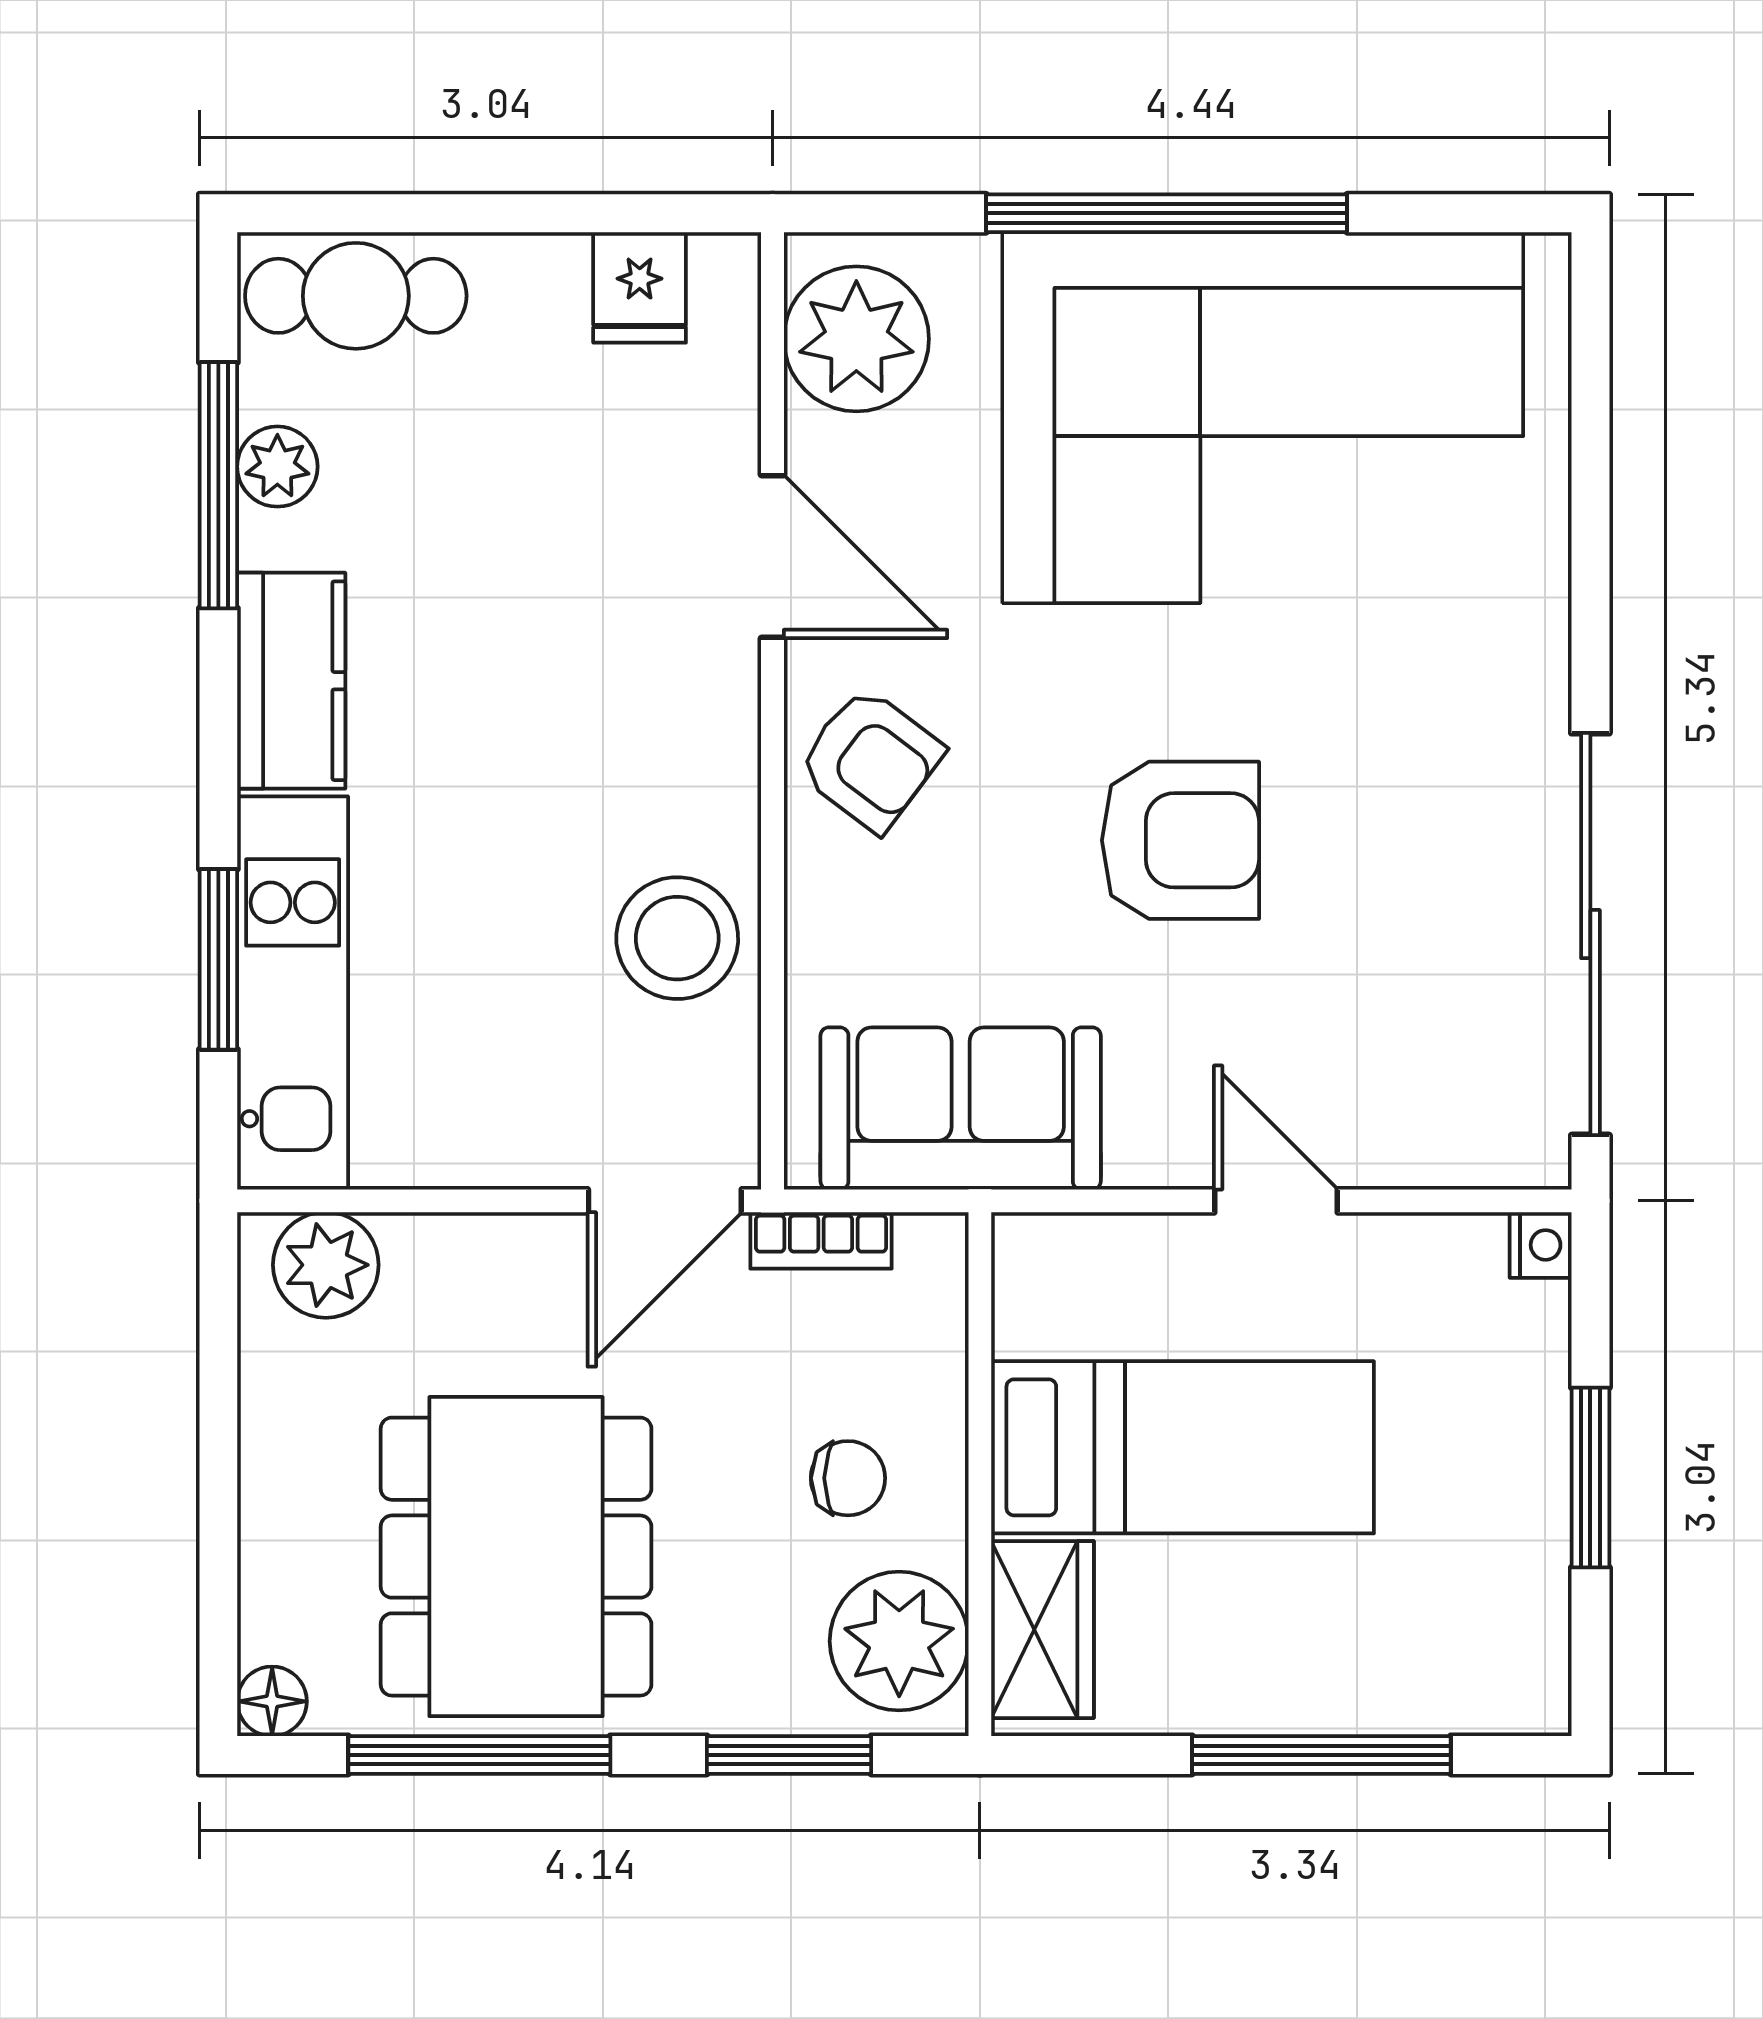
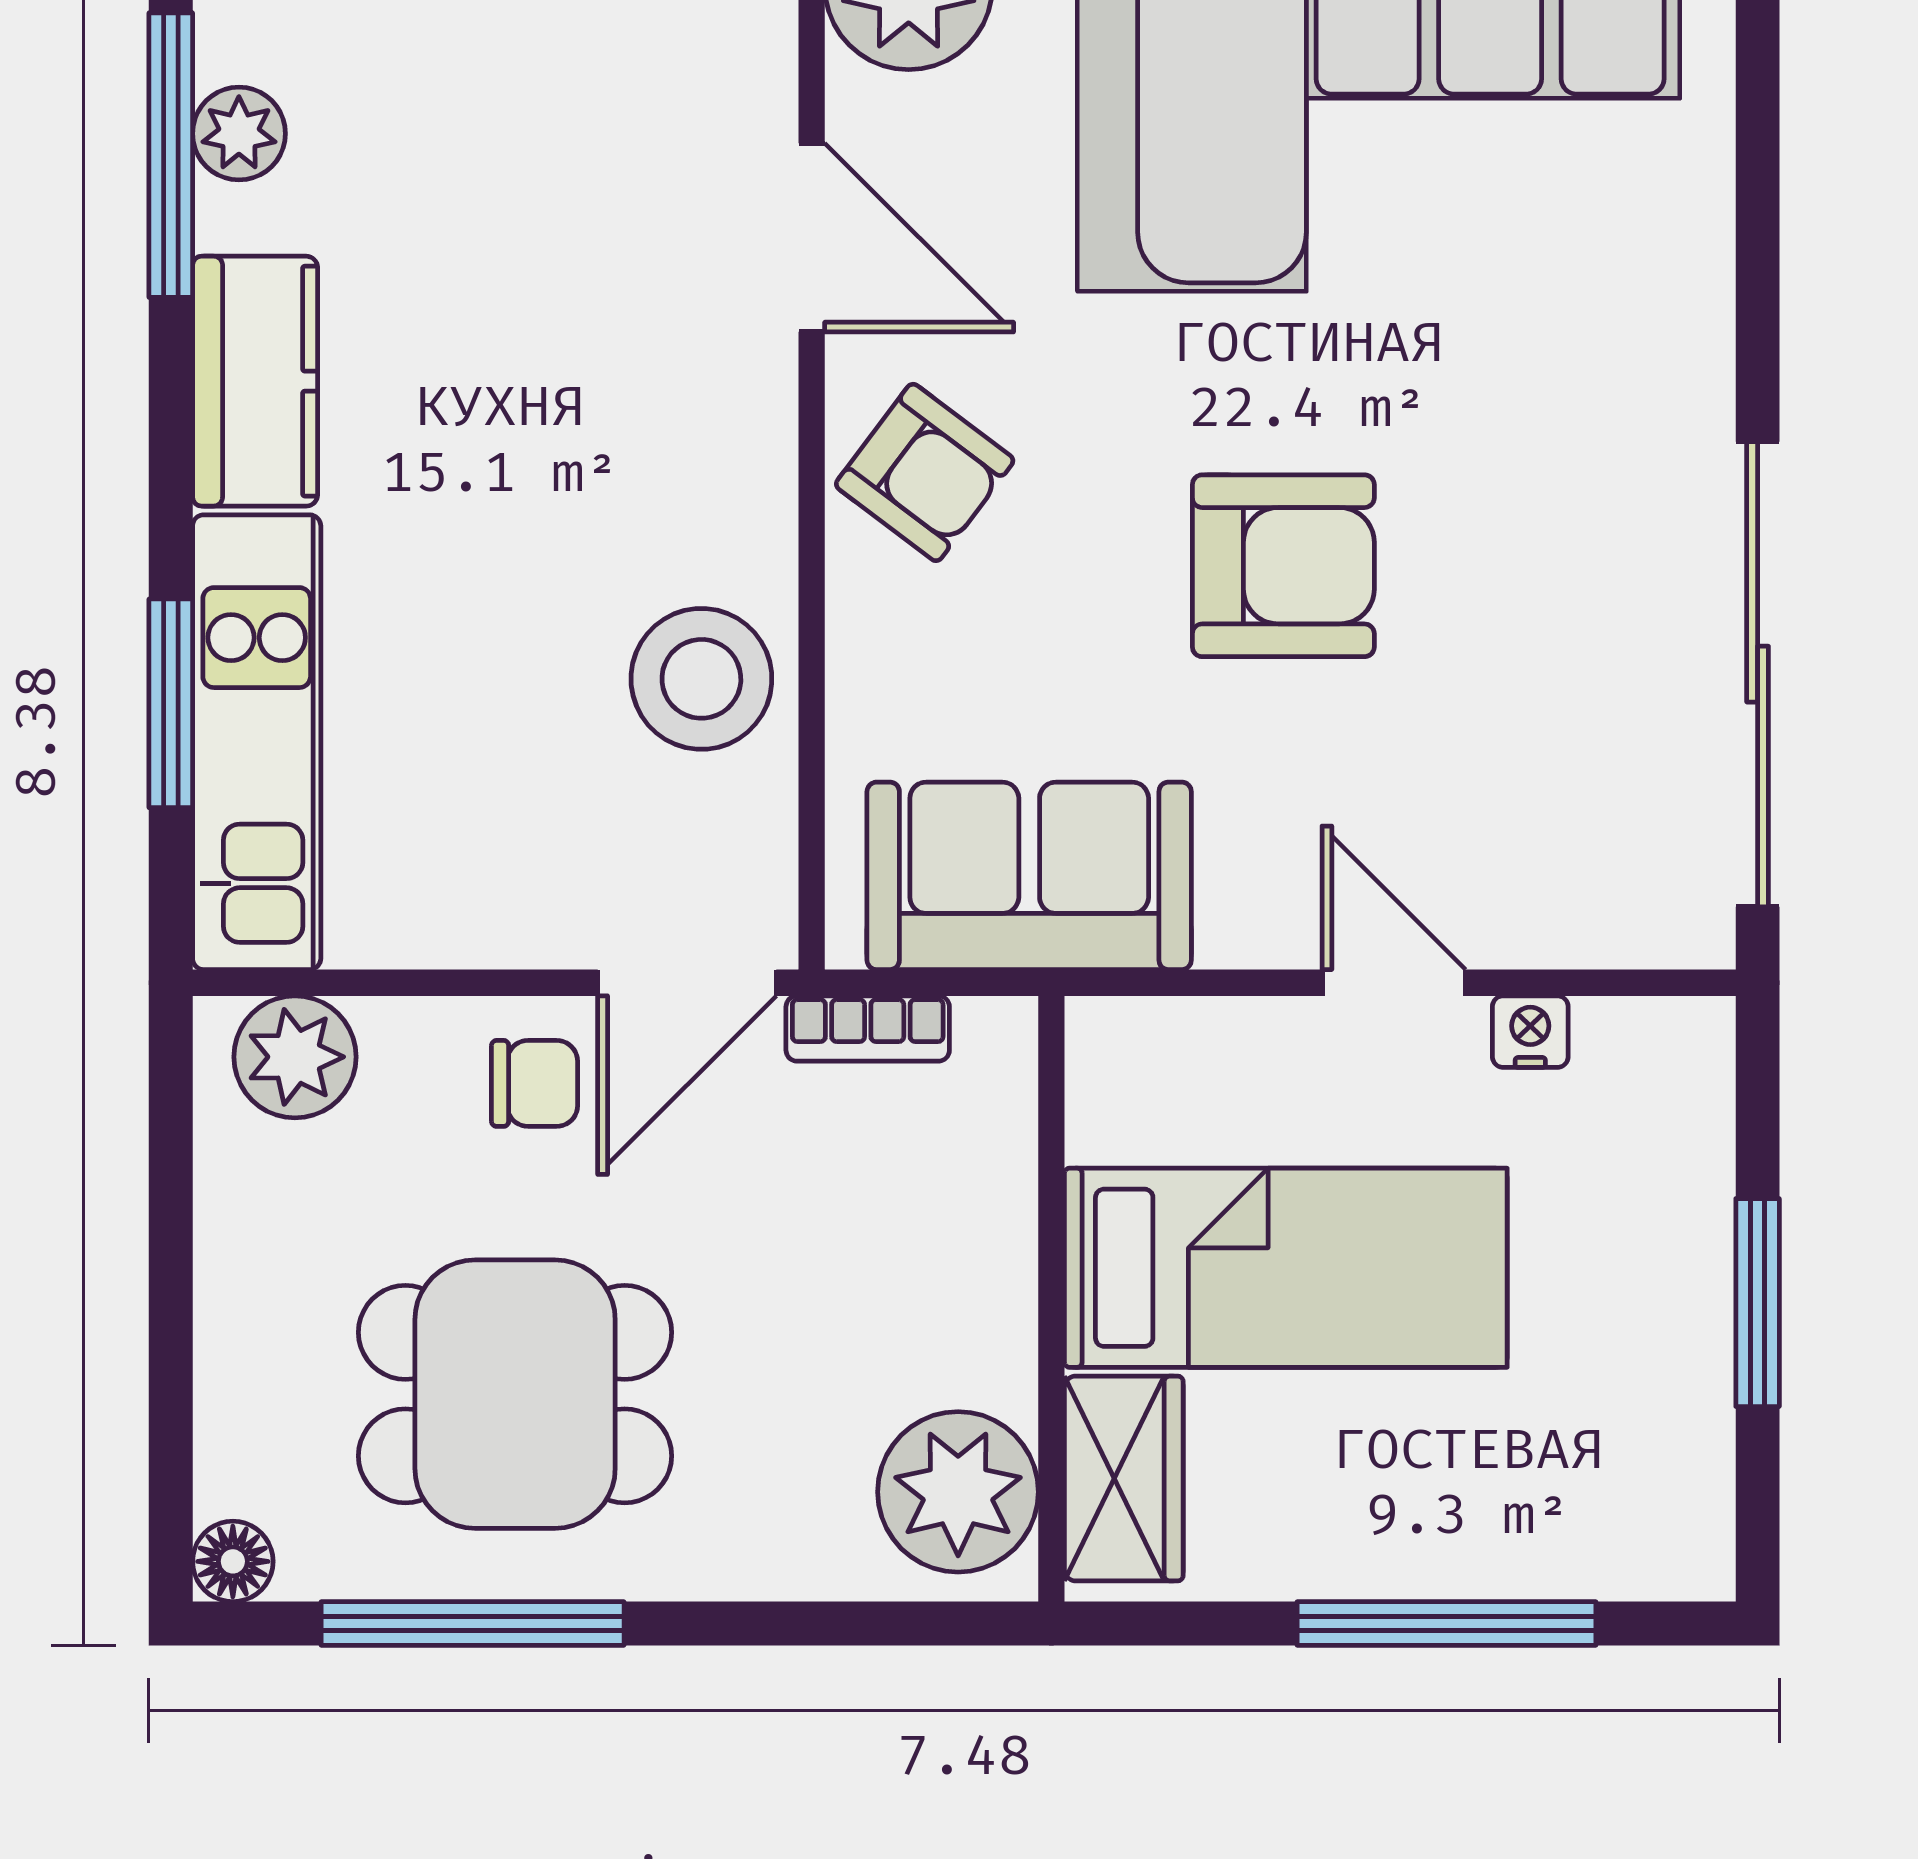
nightstand: (1541, 1245) -> (1530, 1032), moved, turned -90
chair: (848, 1478) -> (535, 1083), moved
dining table: (516, 1557) -> (515, 1394), width x0.73
window: (789, 1755) -> (831, 1624), removed

